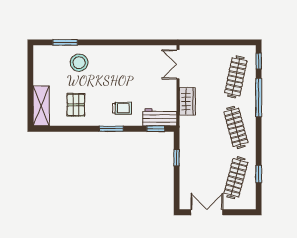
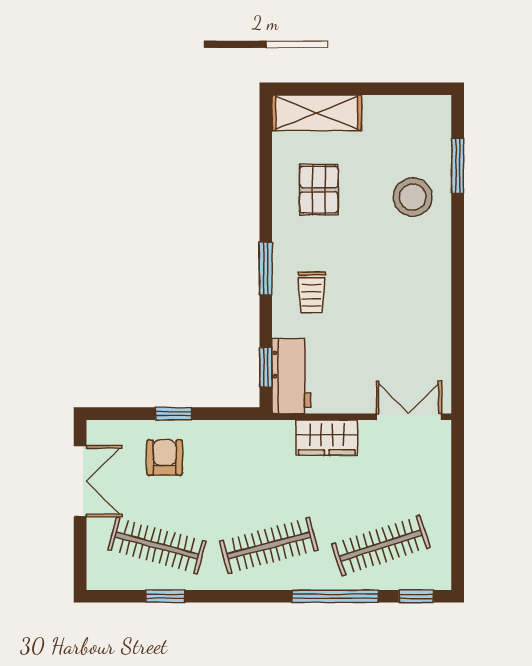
clothes rail: (236, 77) -> (381, 546), turned -30
pallet: (76, 105) -> (319, 190), turned 90
window: (177, 158) -> (174, 414), moved
armchair: (196, 174) -> (165, 458), added

